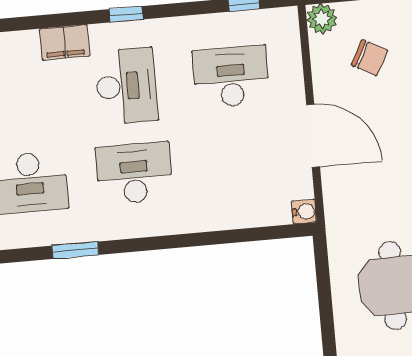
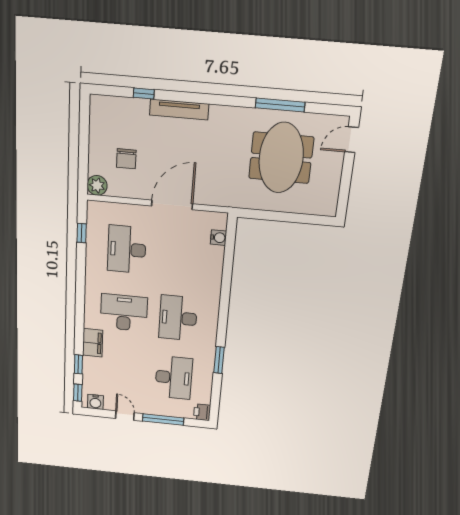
window: (126, 14) -> (78, 364), moved
chair: (369, 58) -> (126, 159), turned 152
water cooler: (304, 211) -> (218, 238), moved, turned 90

